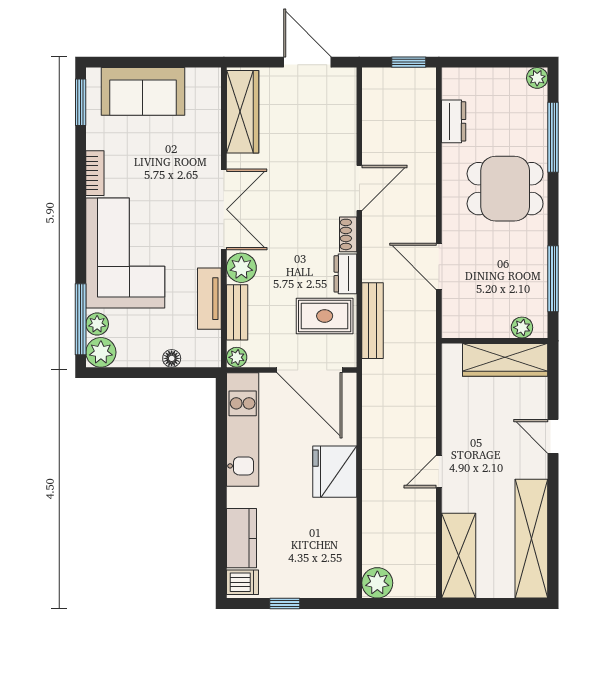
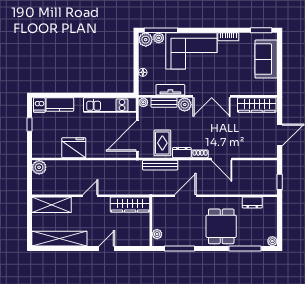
wardrobe: (505, 360) -> (130, 205), moved, turned -90
fridge: (335, 472) -> (74, 148), moved
door: (439, 472) -> (90, 196), hinge flipped

